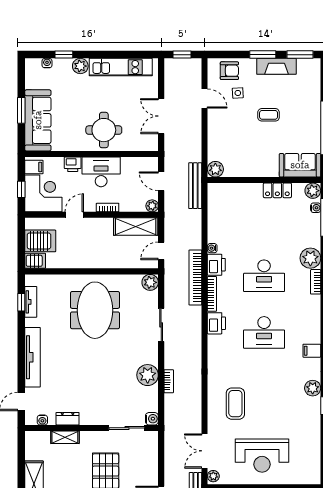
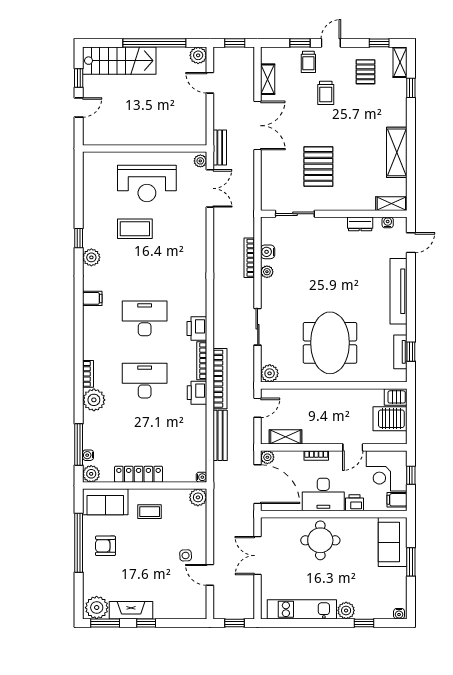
window: (263, 55) -> (146, 623), width x0.67
water cooler: (47, 63) -> (399, 614), moved
plant: (308, 69) -> (97, 608), added
armchair: (229, 71) -> (105, 546), moved
side table: (238, 93) -> (186, 555), moved
coffee table: (269, 115) -> (150, 512), moved
double door: (161, 116) -> (258, 556), swing flipped
sofa: (38, 120) -> (393, 542), width x0.73
door: (161, 181) -> (258, 484), width x1.88
bench: (195, 186) -> (220, 435), moved
locker: (277, 190) -> (139, 474), width x1.53
shelving: (136, 227) -> (285, 437), width x0.67, depth x0.75
water cooler: (212, 248) -> (201, 477), moved
plant: (148, 375) -> (267, 272), width x0.53, depth x0.53
bookcase: (169, 381) -> (249, 258), width x1.56
coffee table: (235, 404) -> (135, 229), moved, turned 90
water cooler: (152, 419) -> (268, 252), moved
shelving: (65, 437) -> (391, 204), moved
reception desk: (262, 456) -> (147, 183), turned 180

